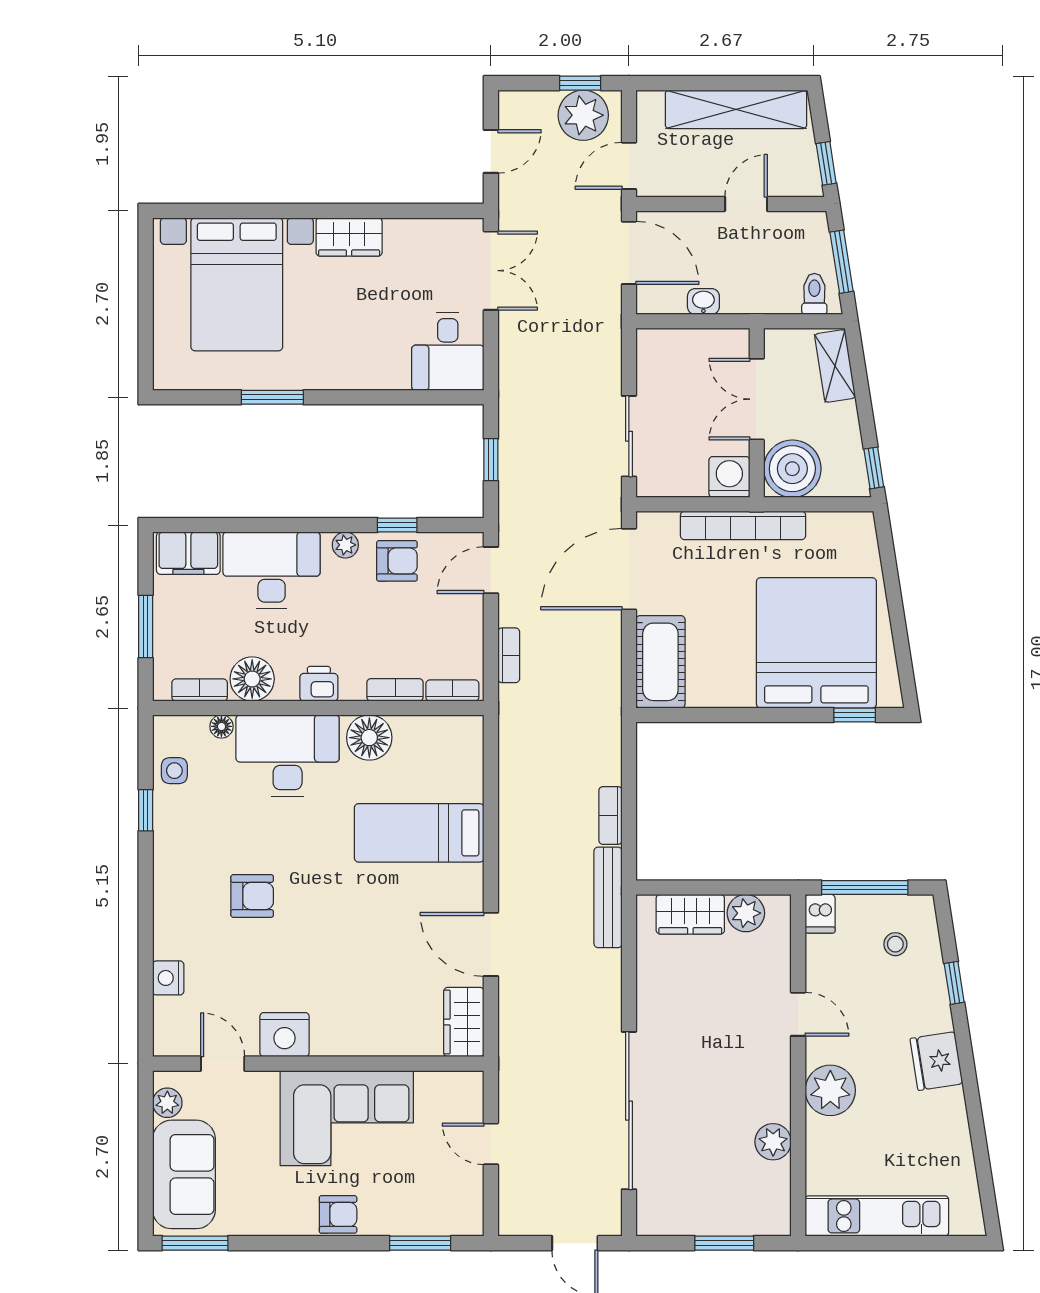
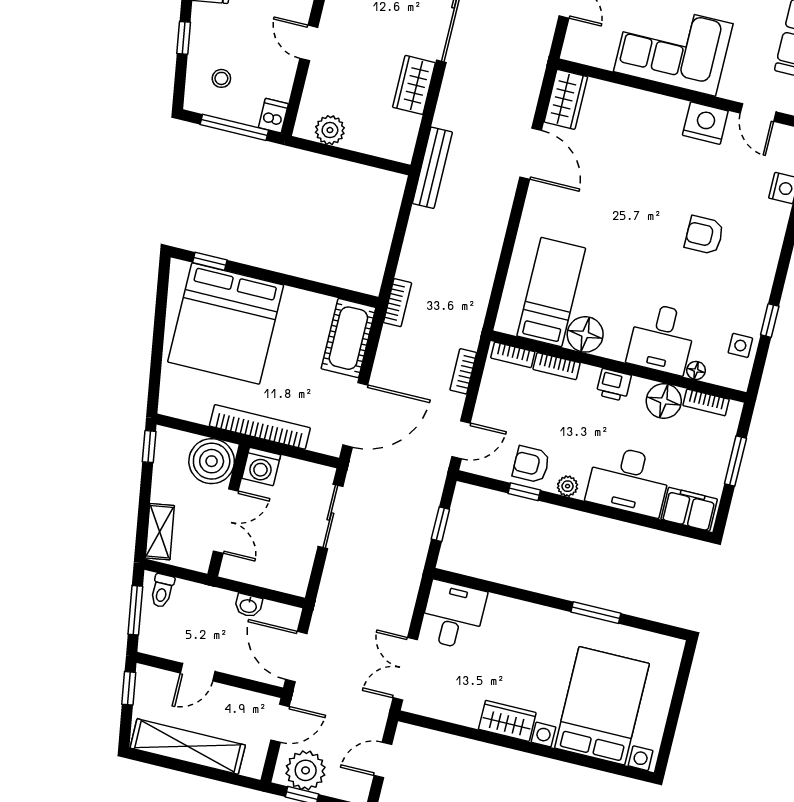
desk: (288, 756) -> (662, 339), width x0.73
bookcase: (610, 815) -> (397, 303), moved
bed: (419, 833) -> (551, 292), moved, turned -90
wardrobe: (690, 914) -> (414, 85), moved, turned -90

